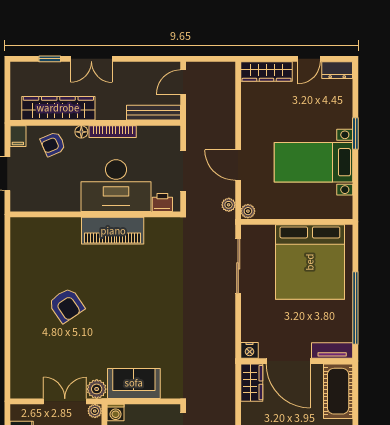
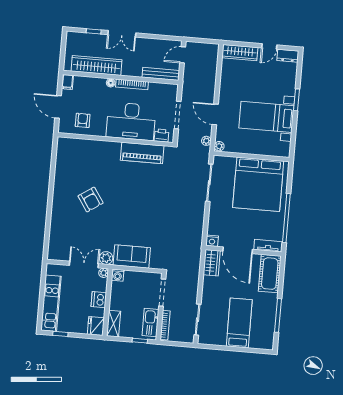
armchair: (53, 144) -> (83, 120), moved, turned 113
piano: (113, 231) -> (142, 153), moved

